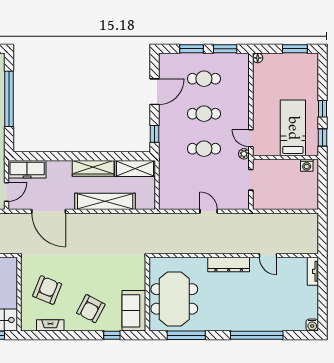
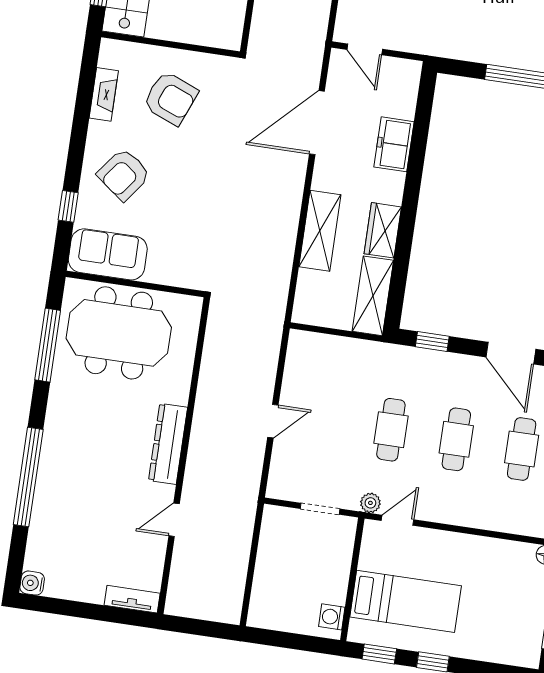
wardrobe: (93, 168) -> (383, 230), width x0.67
freezer: (27, 169) -> (394, 144), moved, width x0.71
shelving: (105, 201) -> (320, 231), width x0.68
armchair: (91, 309) -> (124, 174), turned -81

